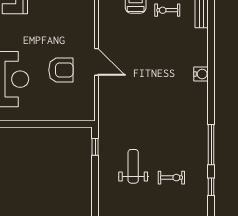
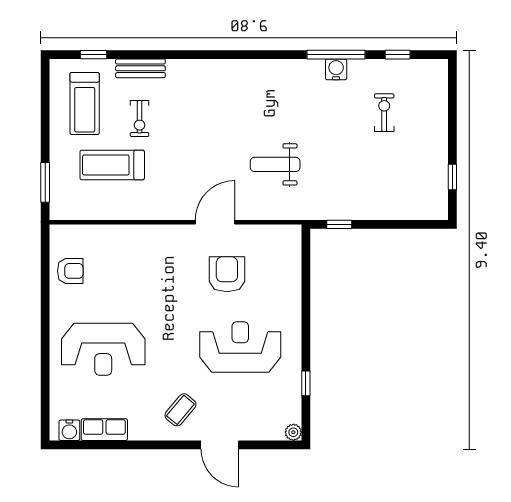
water cooler: (201, 74) -> (336, 69), moved
weight bench: (133, 166) -> (275, 164), moved

